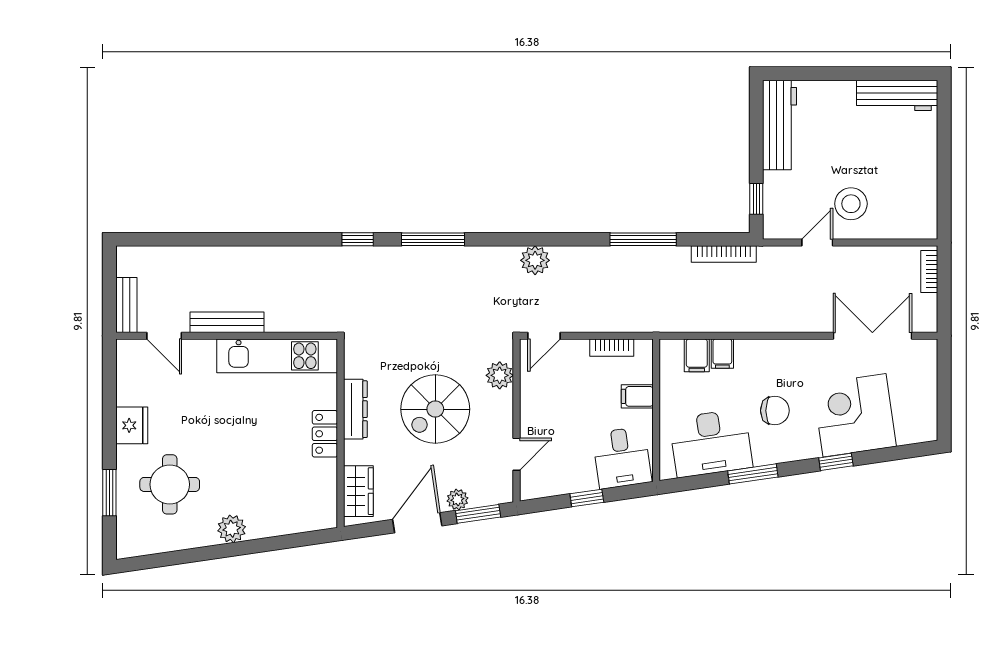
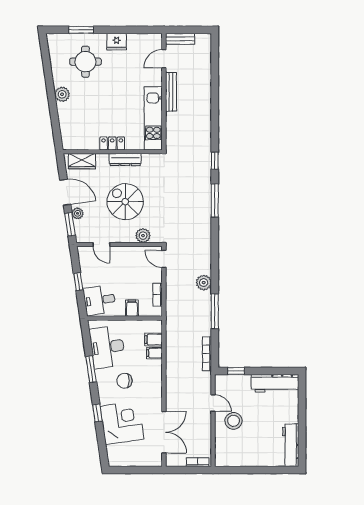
plant: (535, 260) -> (204, 283), moved
chair: (775, 411) -> (124, 381), turned 90

